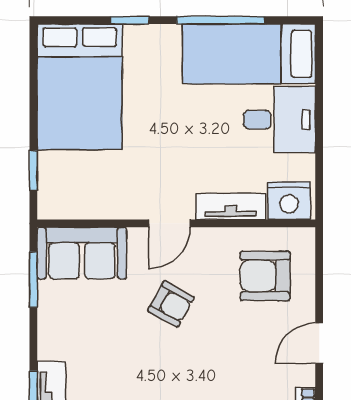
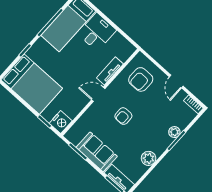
nightstand: (289, 201) -> (61, 122), moved
door: (170, 223) -> (98, 94), swing flipped
sofa: (82, 253) -> (97, 152), moved, turned -90
armchair: (171, 304) -> (123, 116), turned 151

